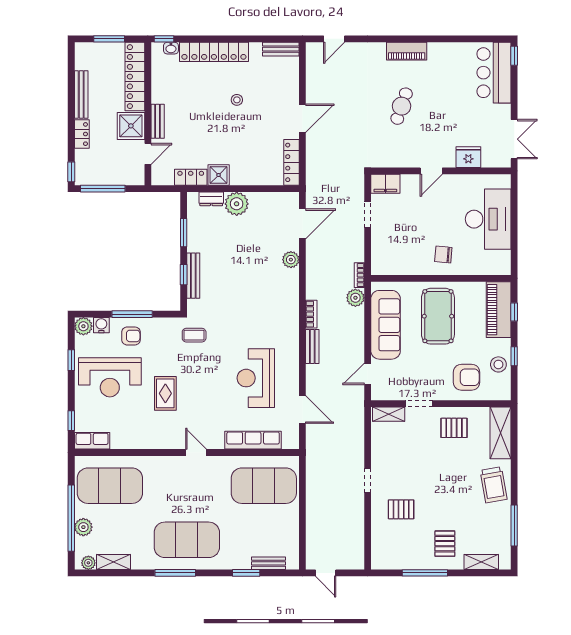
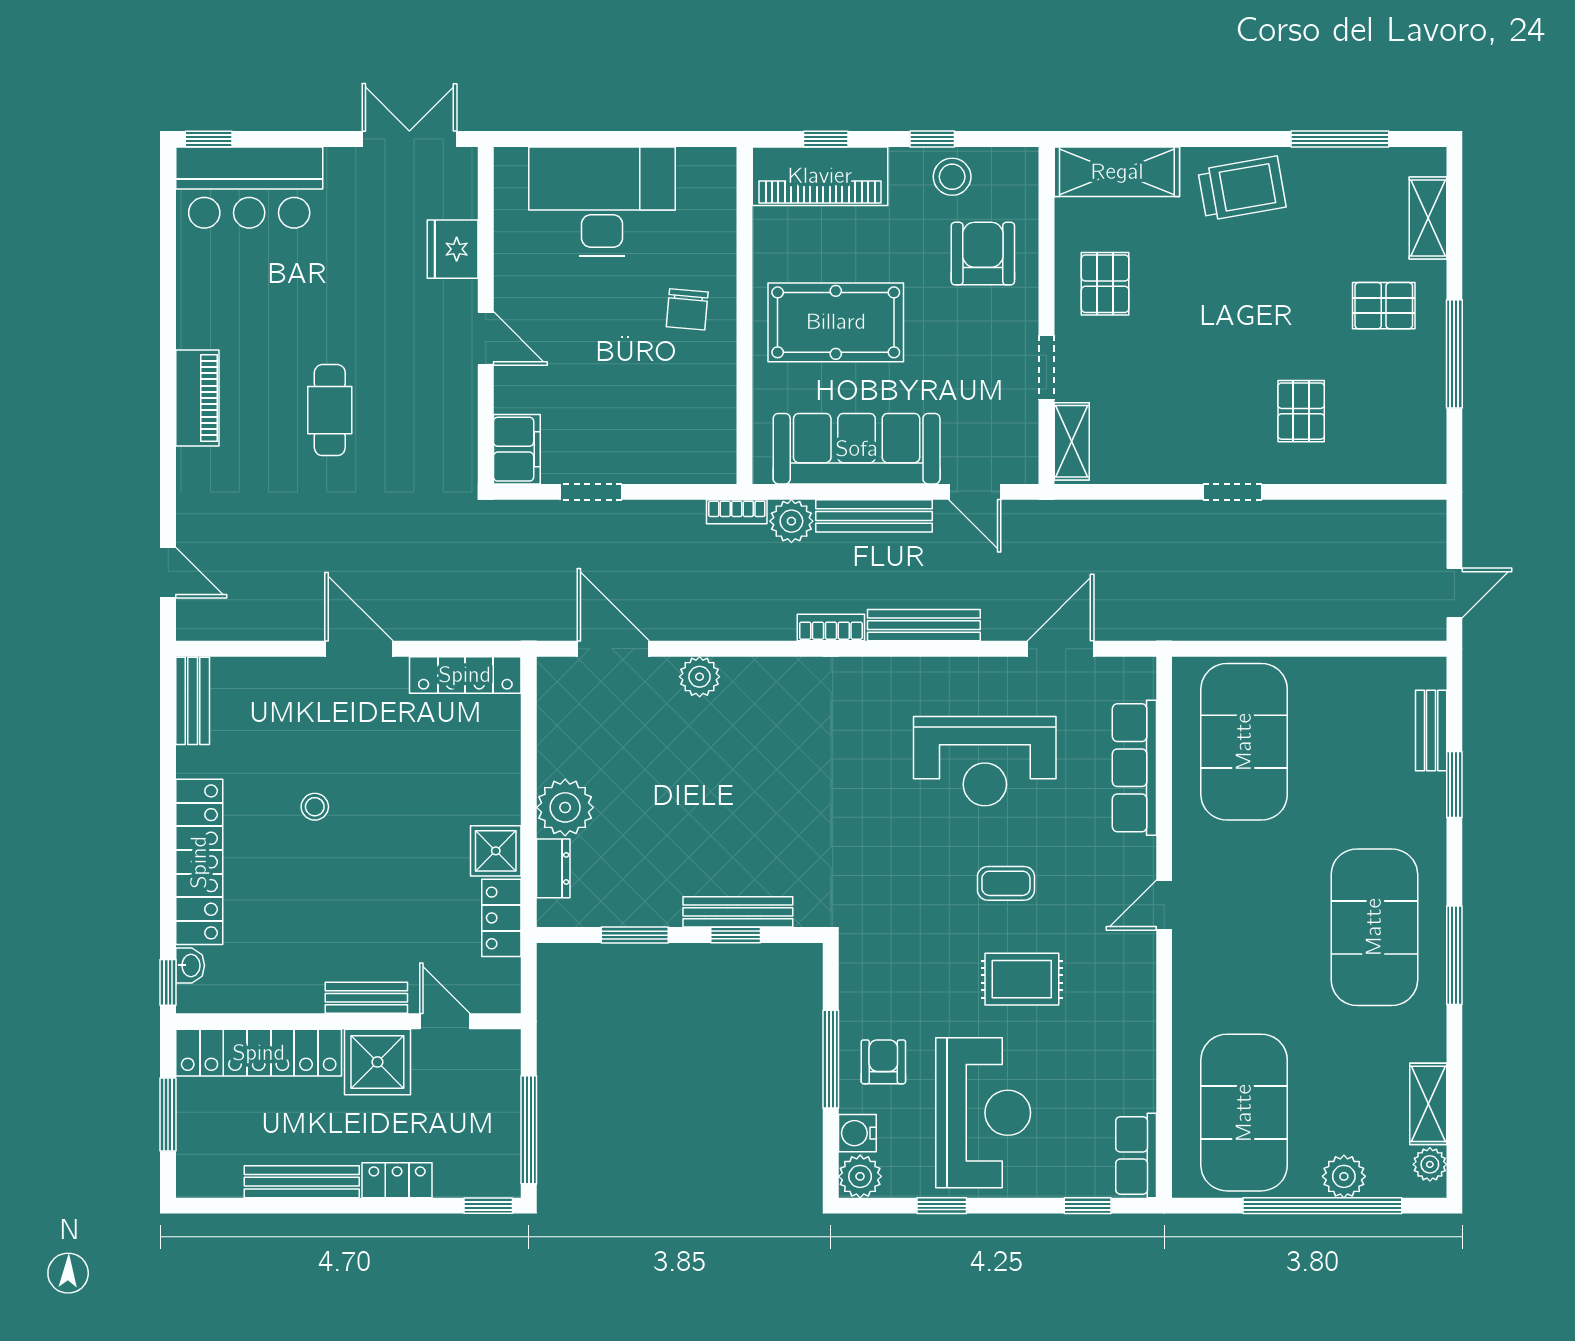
cafe table: (402, 106) -> (330, 410), turned 71
bench: (358, 332) -> (874, 516), added
coffee table: (194, 335) -> (1006, 883), moved, turned 90
bench: (312, 347) -> (924, 625), width x1.36

